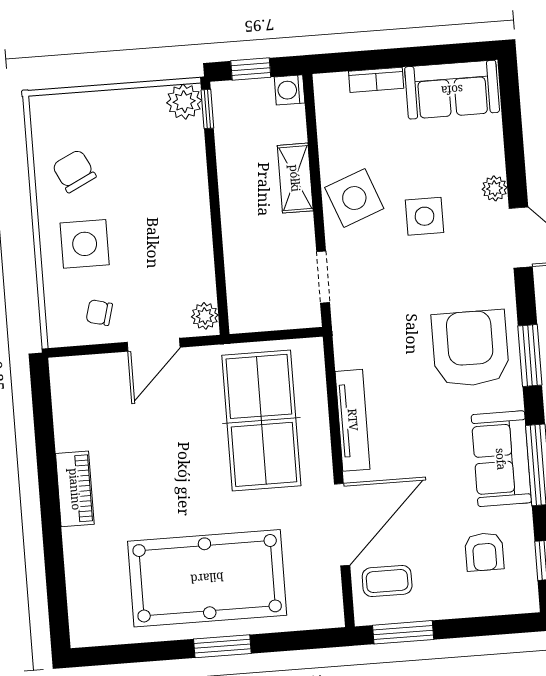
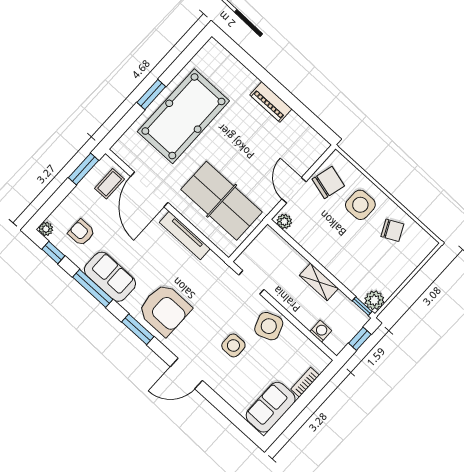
washing machine: (290, 90) -> (321, 331), moved
shelving: (295, 178) -> (319, 282), moved
plant: (495, 188) -> (46, 229), moved
chair: (99, 313) -> (328, 183), width x1.87, depth x1.87

